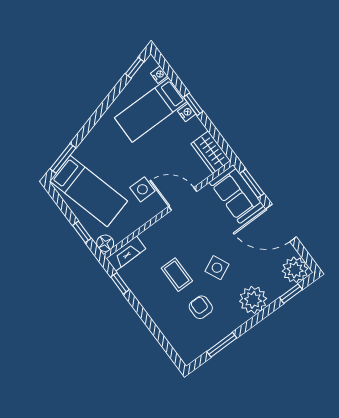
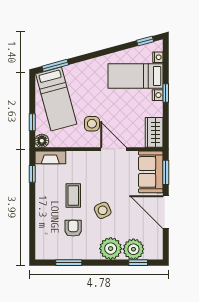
plant: (295, 270) -> (133, 249), moved

